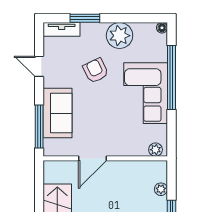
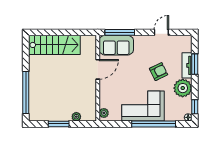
window: (146, 18) -> (195, 107), added
tv unit: (62, 29) -> (187, 65), moved
sofa: (58, 113) -> (116, 45), moved
door: (92, 158) -> (98, 69), swing flipped

